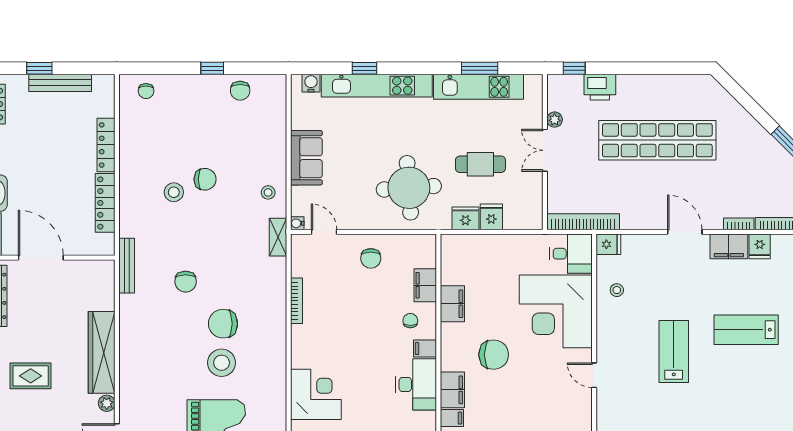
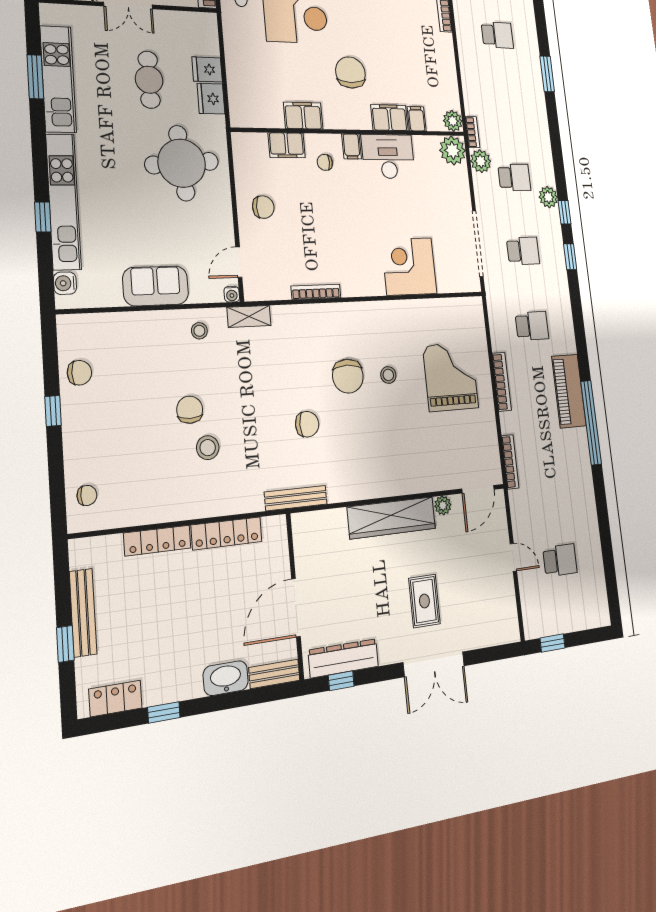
stool: (222, 363) -> (388, 375), width x0.53, depth x0.53

